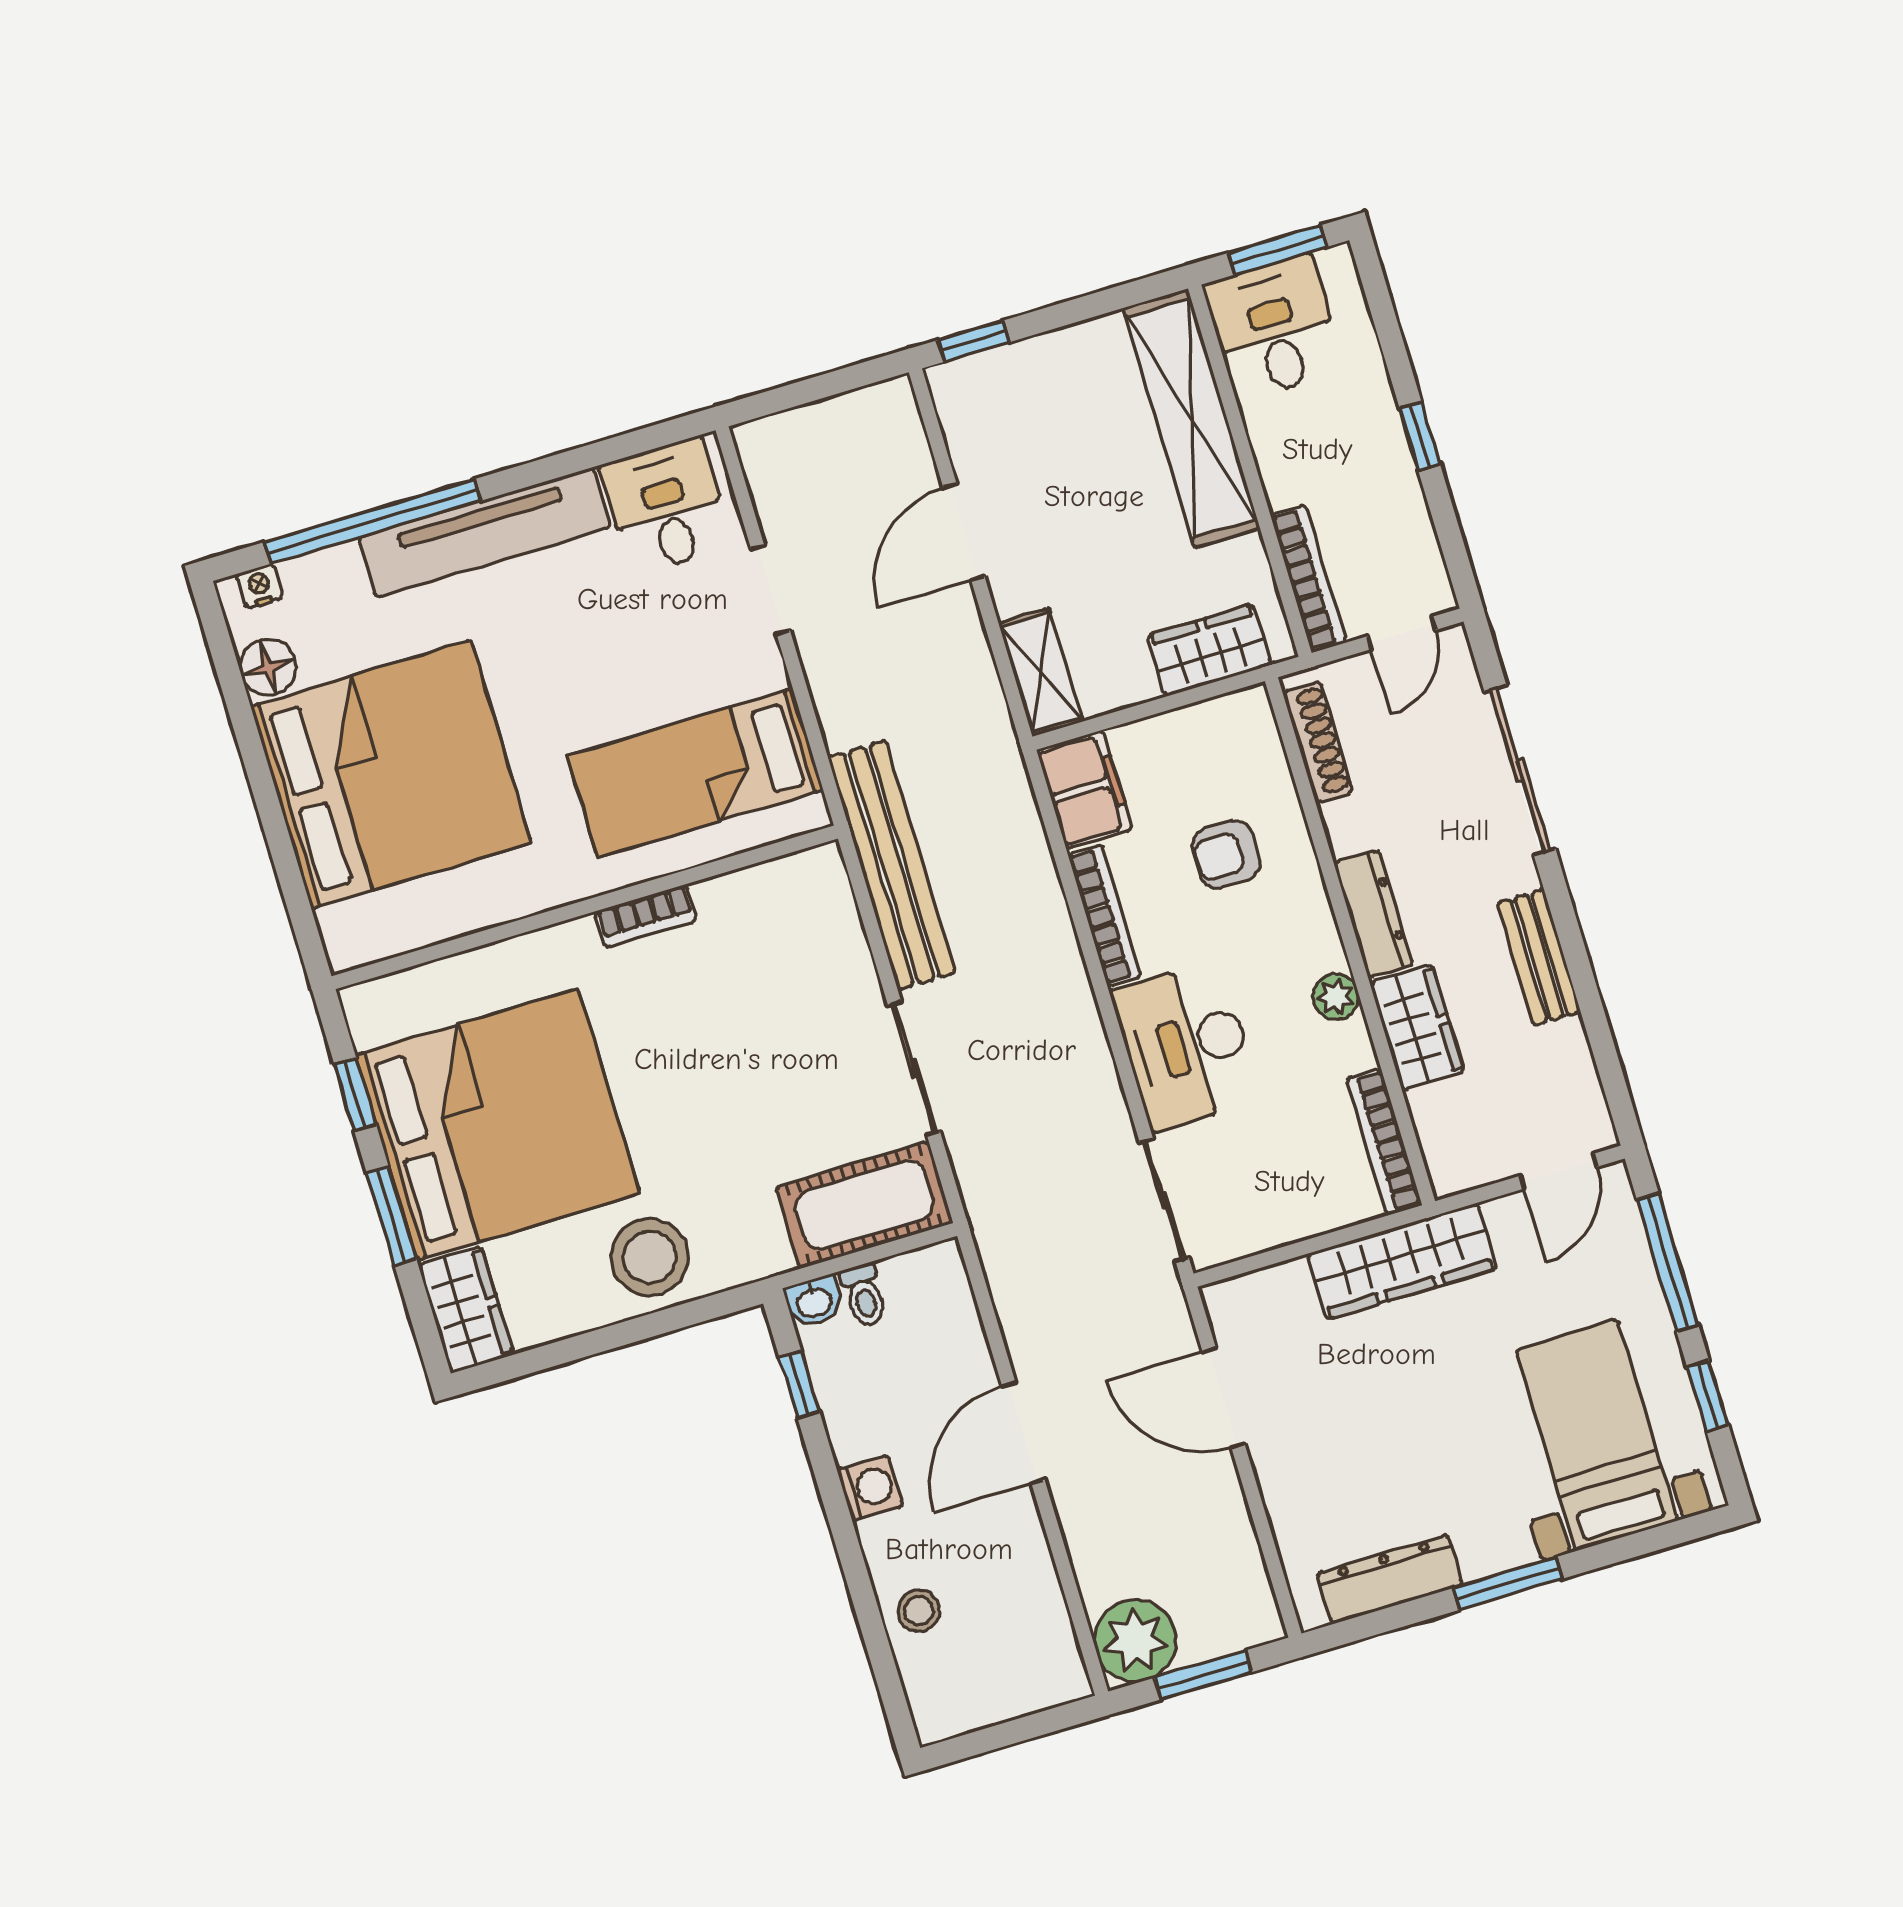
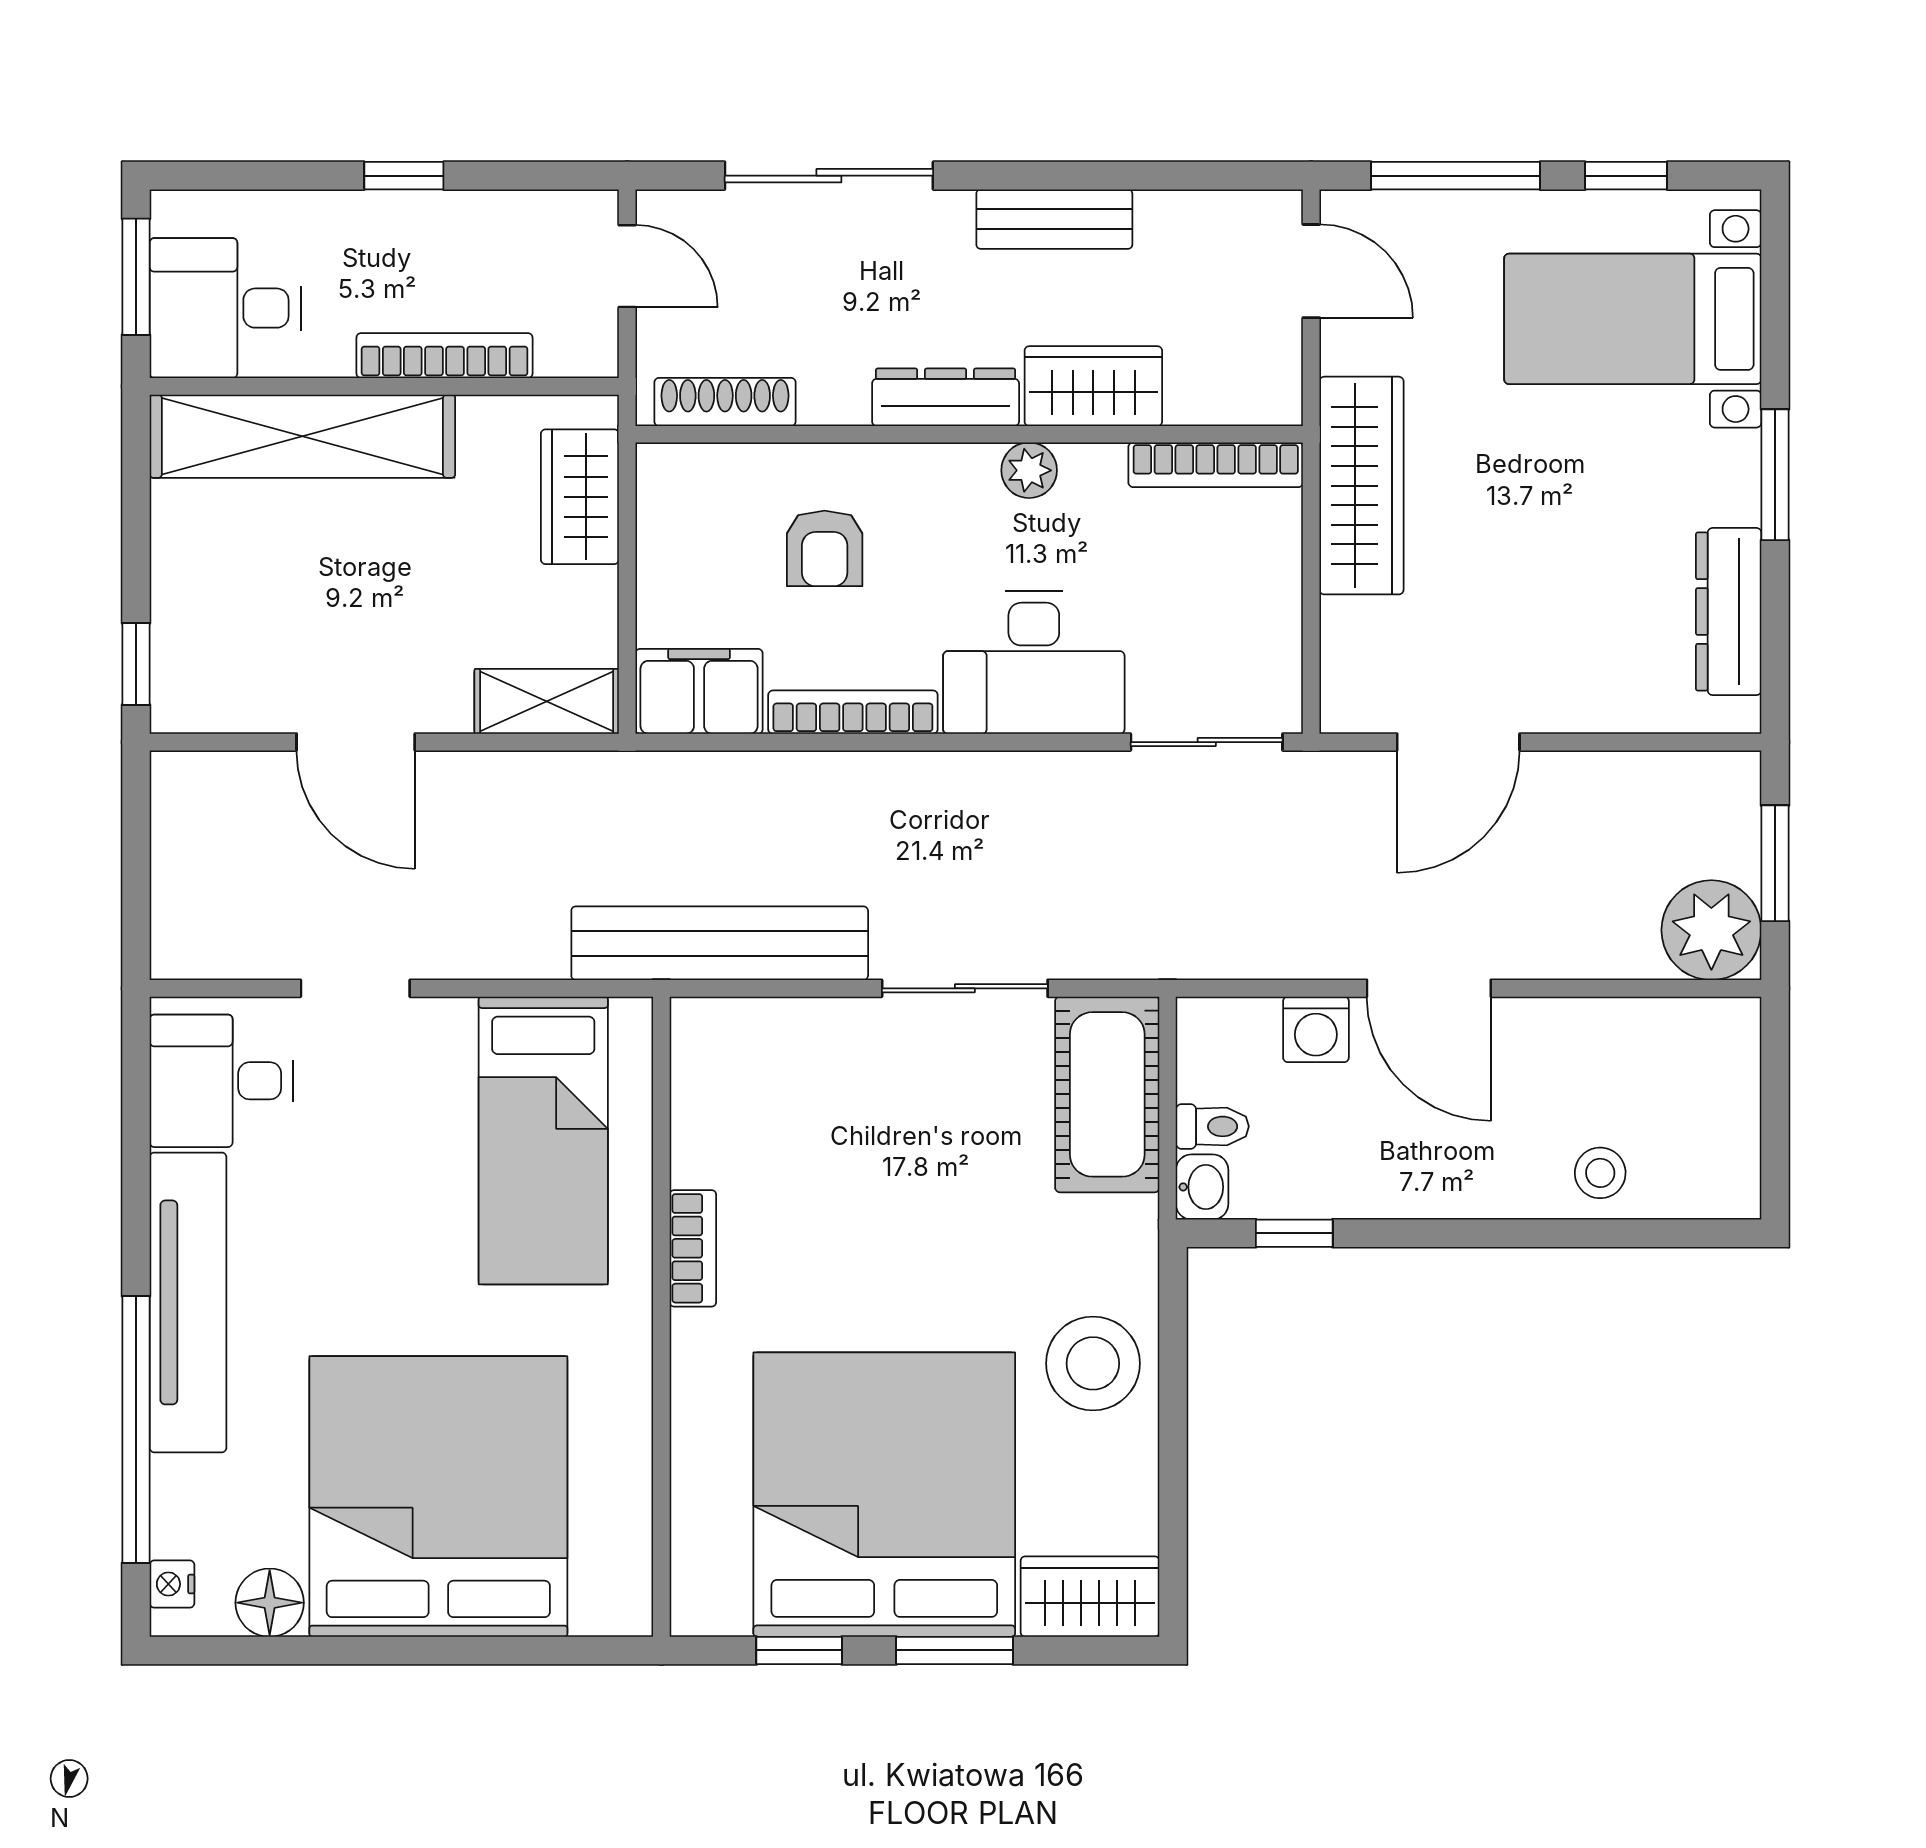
bookcase: (1309, 579) -> (445, 356), moved
washing machine: (870, 1488) -> (1316, 1029), moved, turned 180

